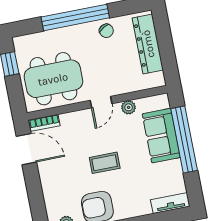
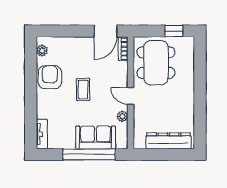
window: (75, 17) -> (200, 89), removed
chair: (106, 31) -> (185, 111), removed

